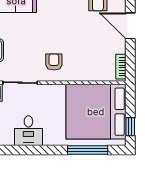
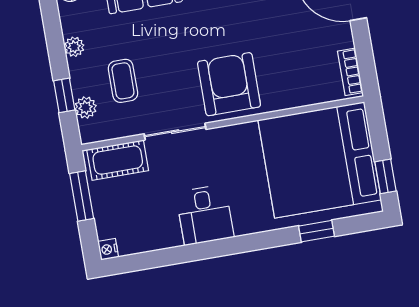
armchair: (54, 62) -> (229, 84), width x1.88, depth x1.88
window: (88, 150) -> (317, 231), width x0.46

